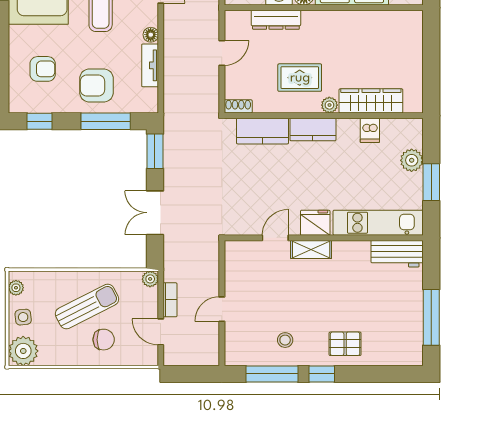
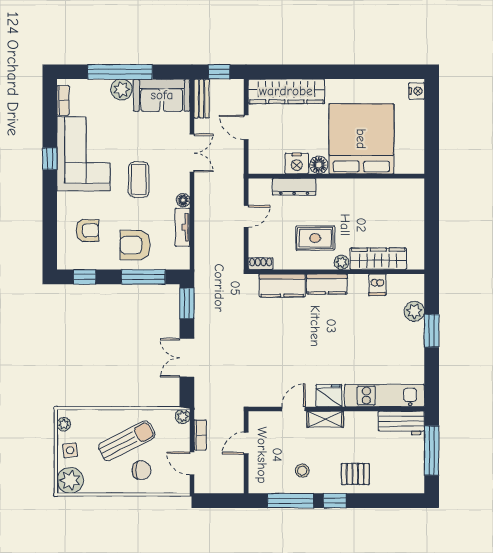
fridge: (315, 223) -> (329, 396), moved
kitchen unit: (378, 223) -> (385, 396), moved
door: (275, 238) -> (293, 409), moved
wall: (324, 238) -> (336, 409), moved
shelving: (311, 249) -> (325, 419), moved
workbench: (397, 254) -> (401, 423), moved

